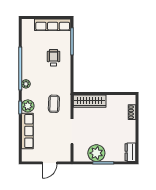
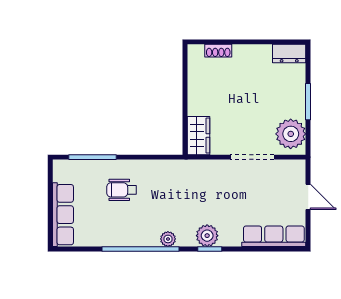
row of seats: (53, 25) -> (63, 215), moved
wardrobe: (90, 101) -> (199, 136), width x0.67
coffee table: (54, 104) -> (203, 189), removed
row of seats: (27, 131) -> (274, 236), moved
plant: (96, 153) -> (291, 134), moved

